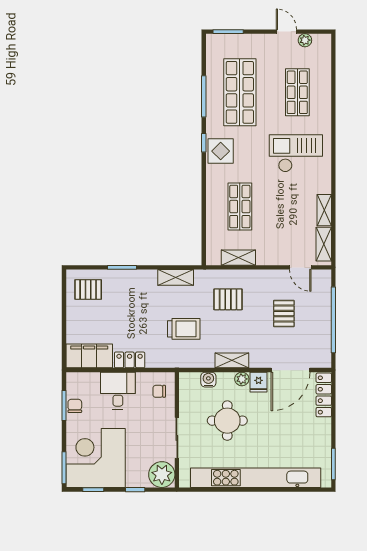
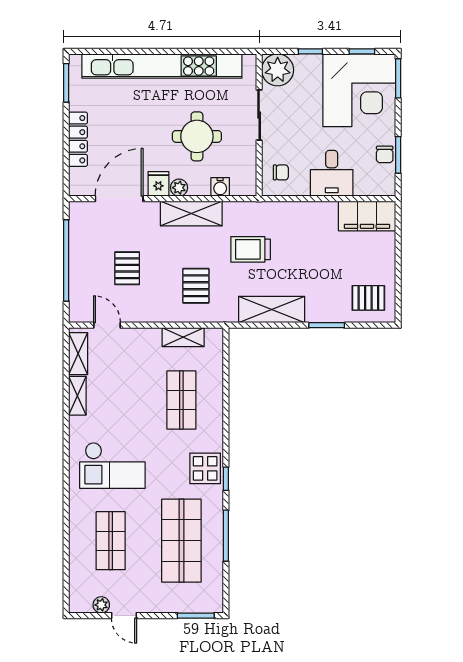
shelving: (176, 277) -> (272, 310), width x1.50, depth x1.33
pallet: (228, 299) -> (196, 286), turned 90
locker: (130, 360) -> (317, 211), removed
shelving: (232, 360) -> (191, 214), width x1.50, depth x1.33
locker: (324, 395) -> (78, 139), moved

